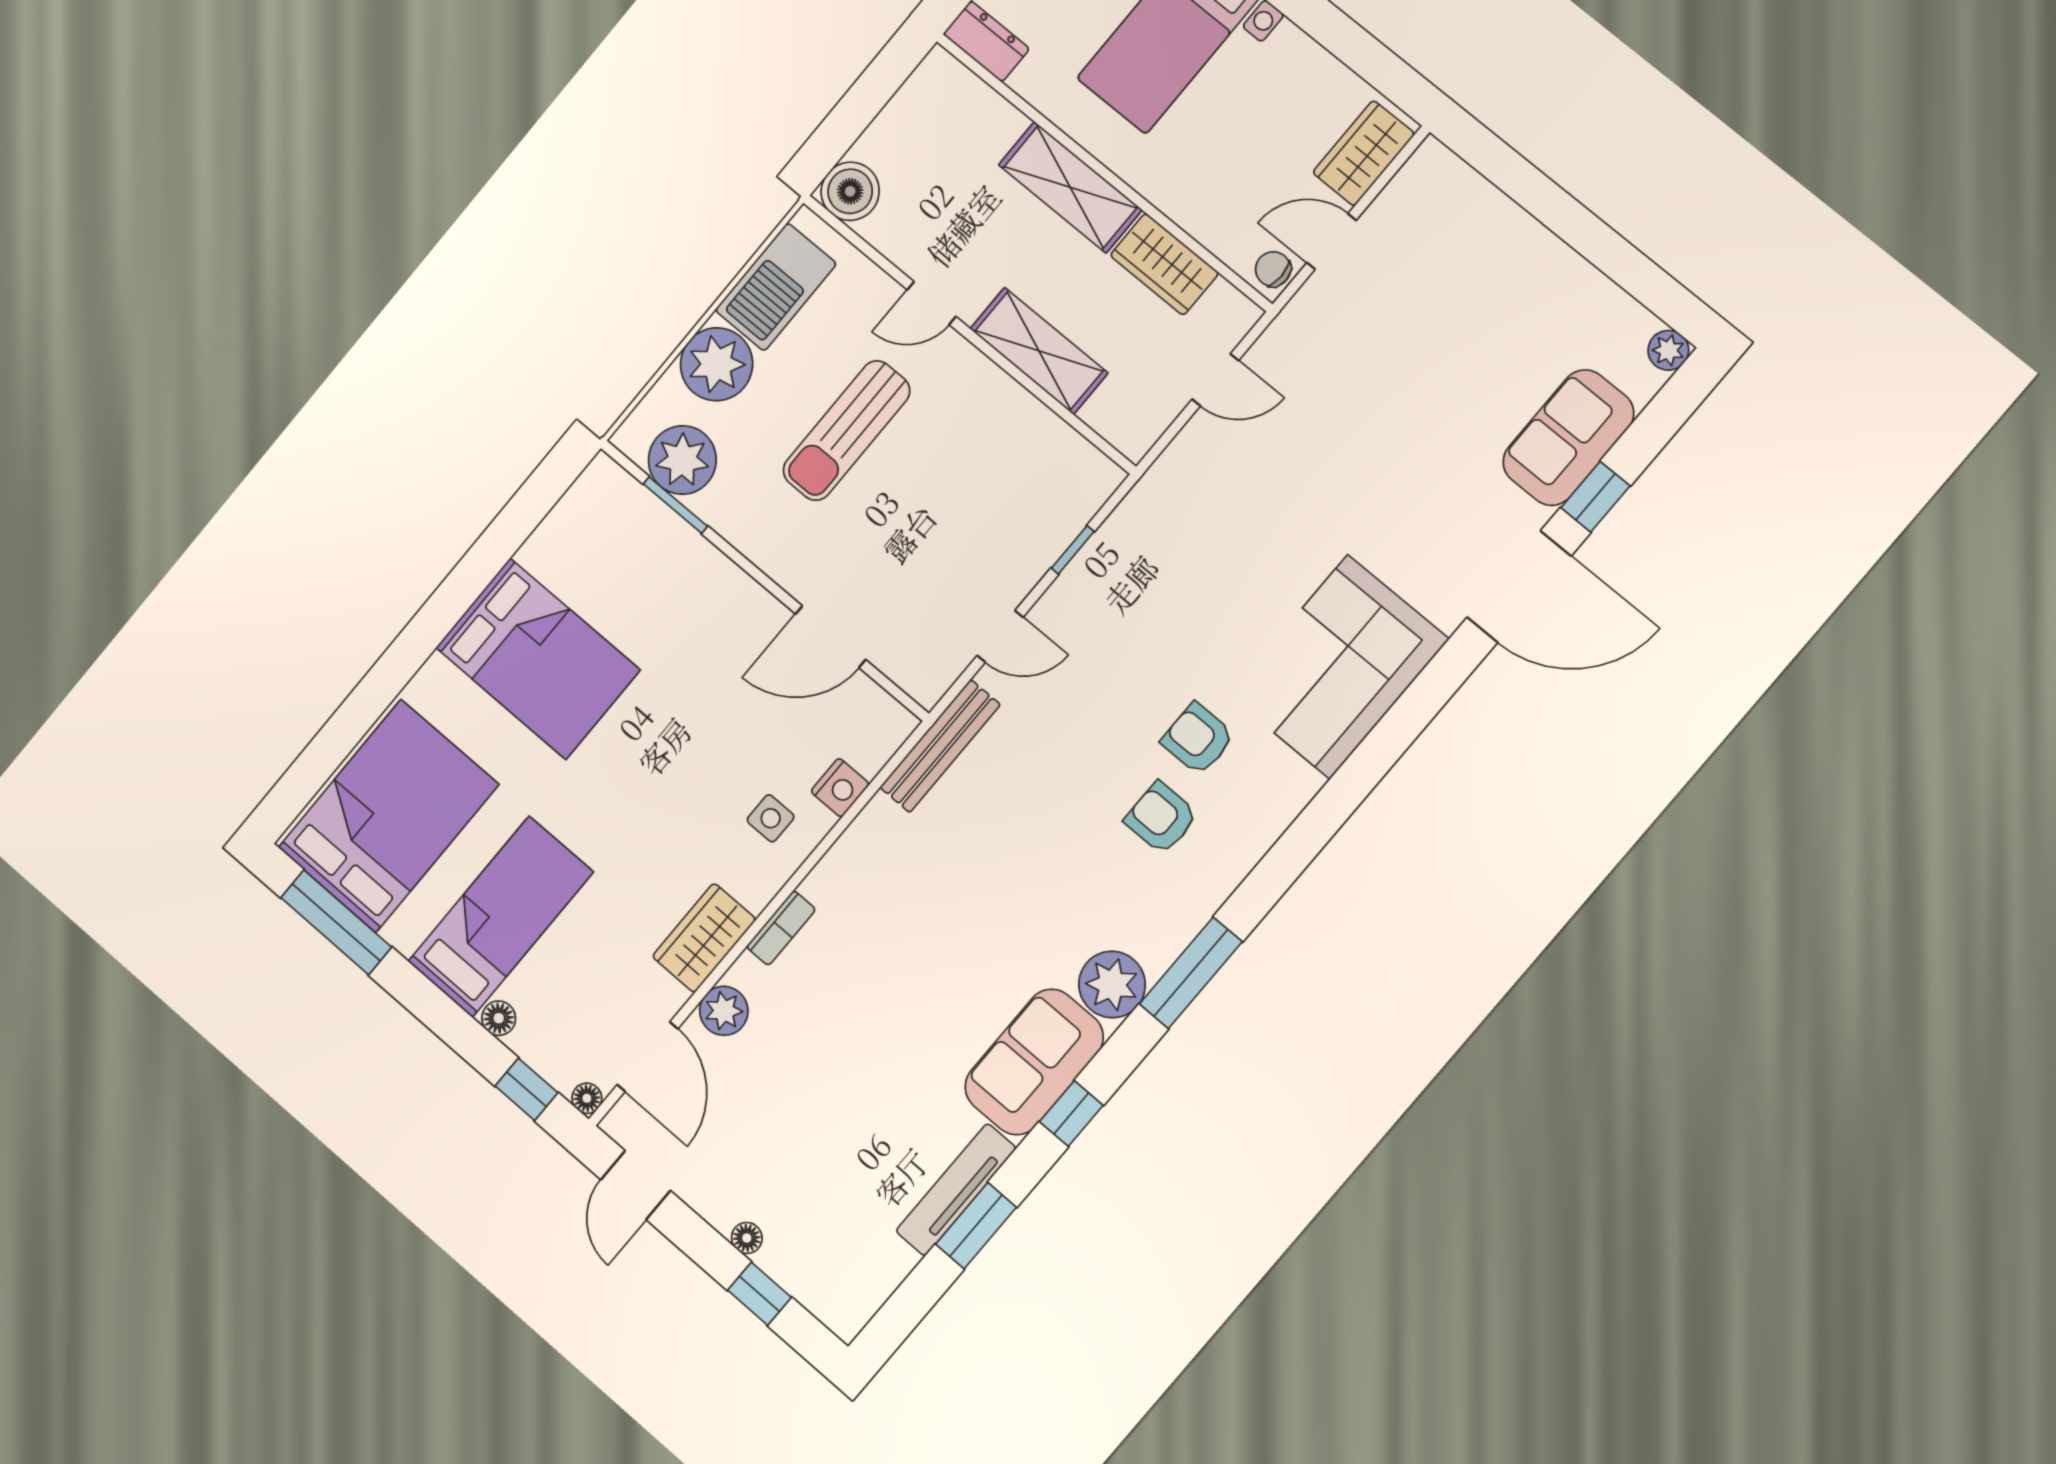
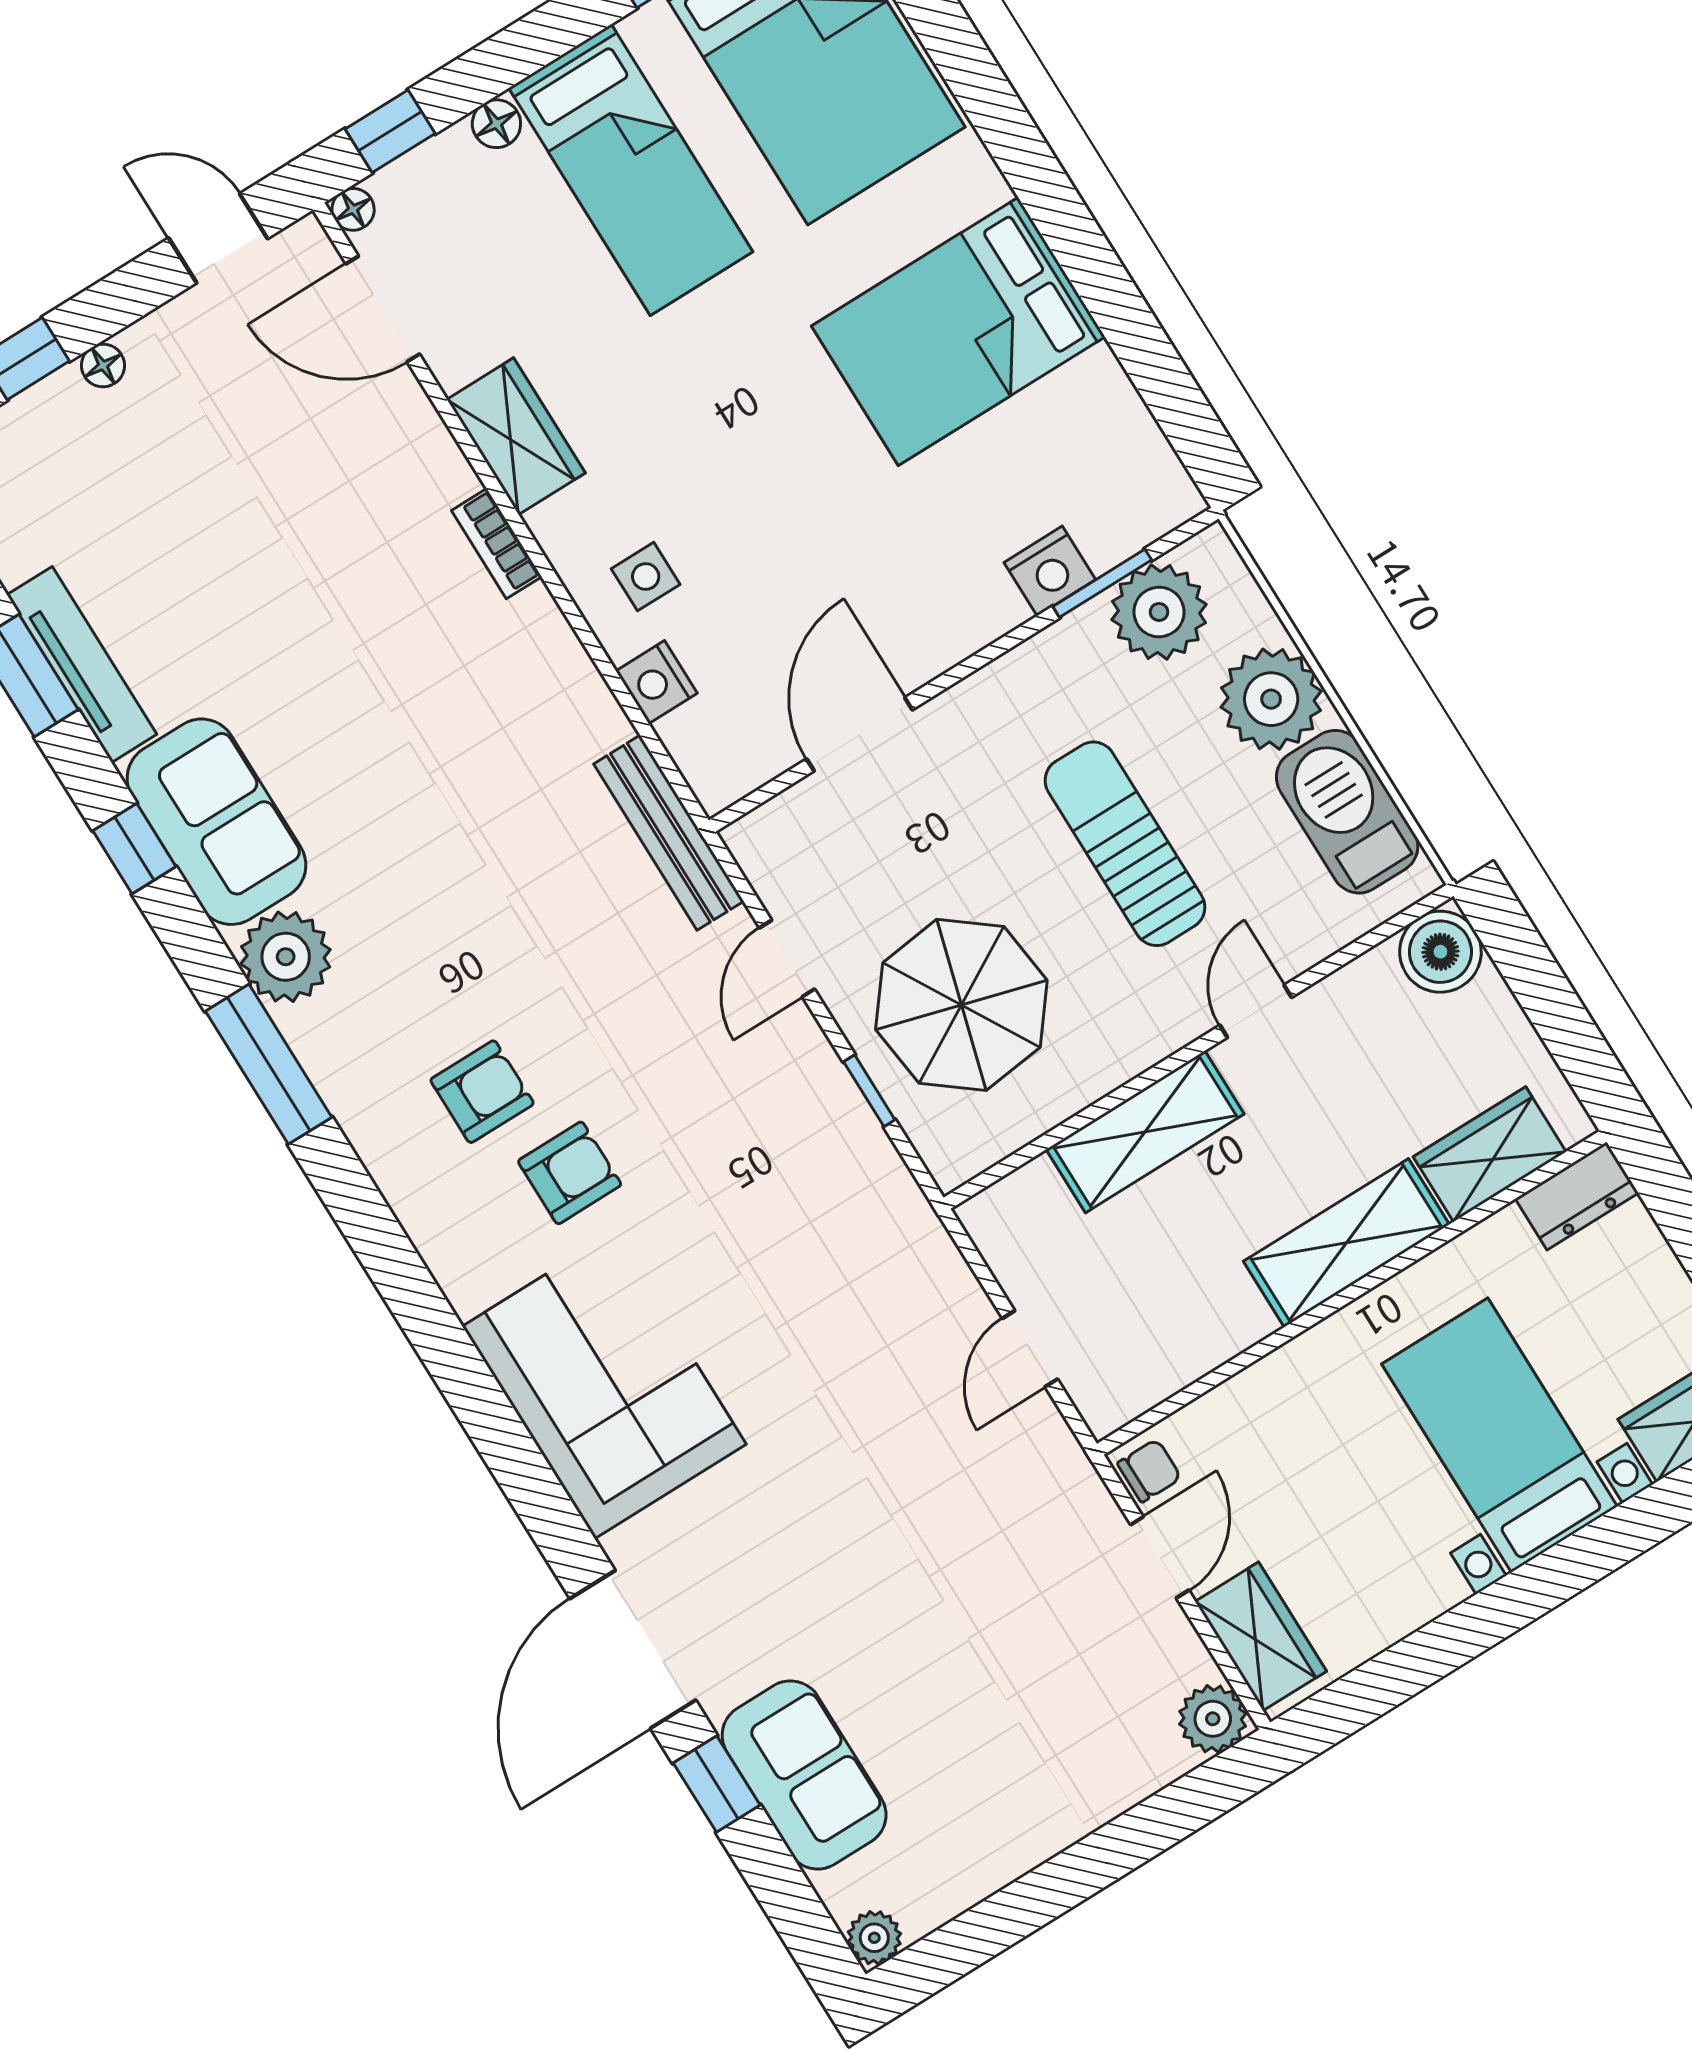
wardrobe: (1164, 264) -> (1490, 1154), moved
parasol: (993, 506) -> (961, 1005), added
nightstand: (679, 543) -> (1050, 571), added
plant: (724, 1011) -> (1213, 1719), moved

